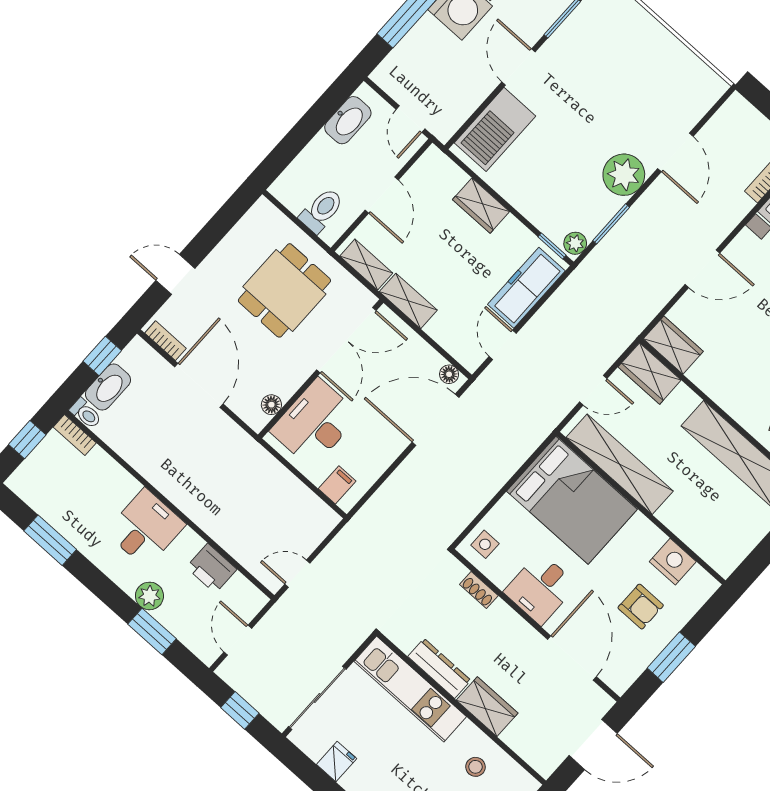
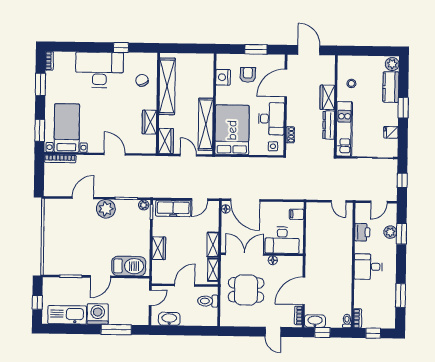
wardrobe: (673, 345) -> (149, 122), moved
washbasin: (108, 387) -> (315, 321), moved
floor lamp: (271, 405) -> (273, 260), moved
desk: (541, 588) -> (271, 119), width x1.37
plant: (149, 596) -> (390, 232), moved

